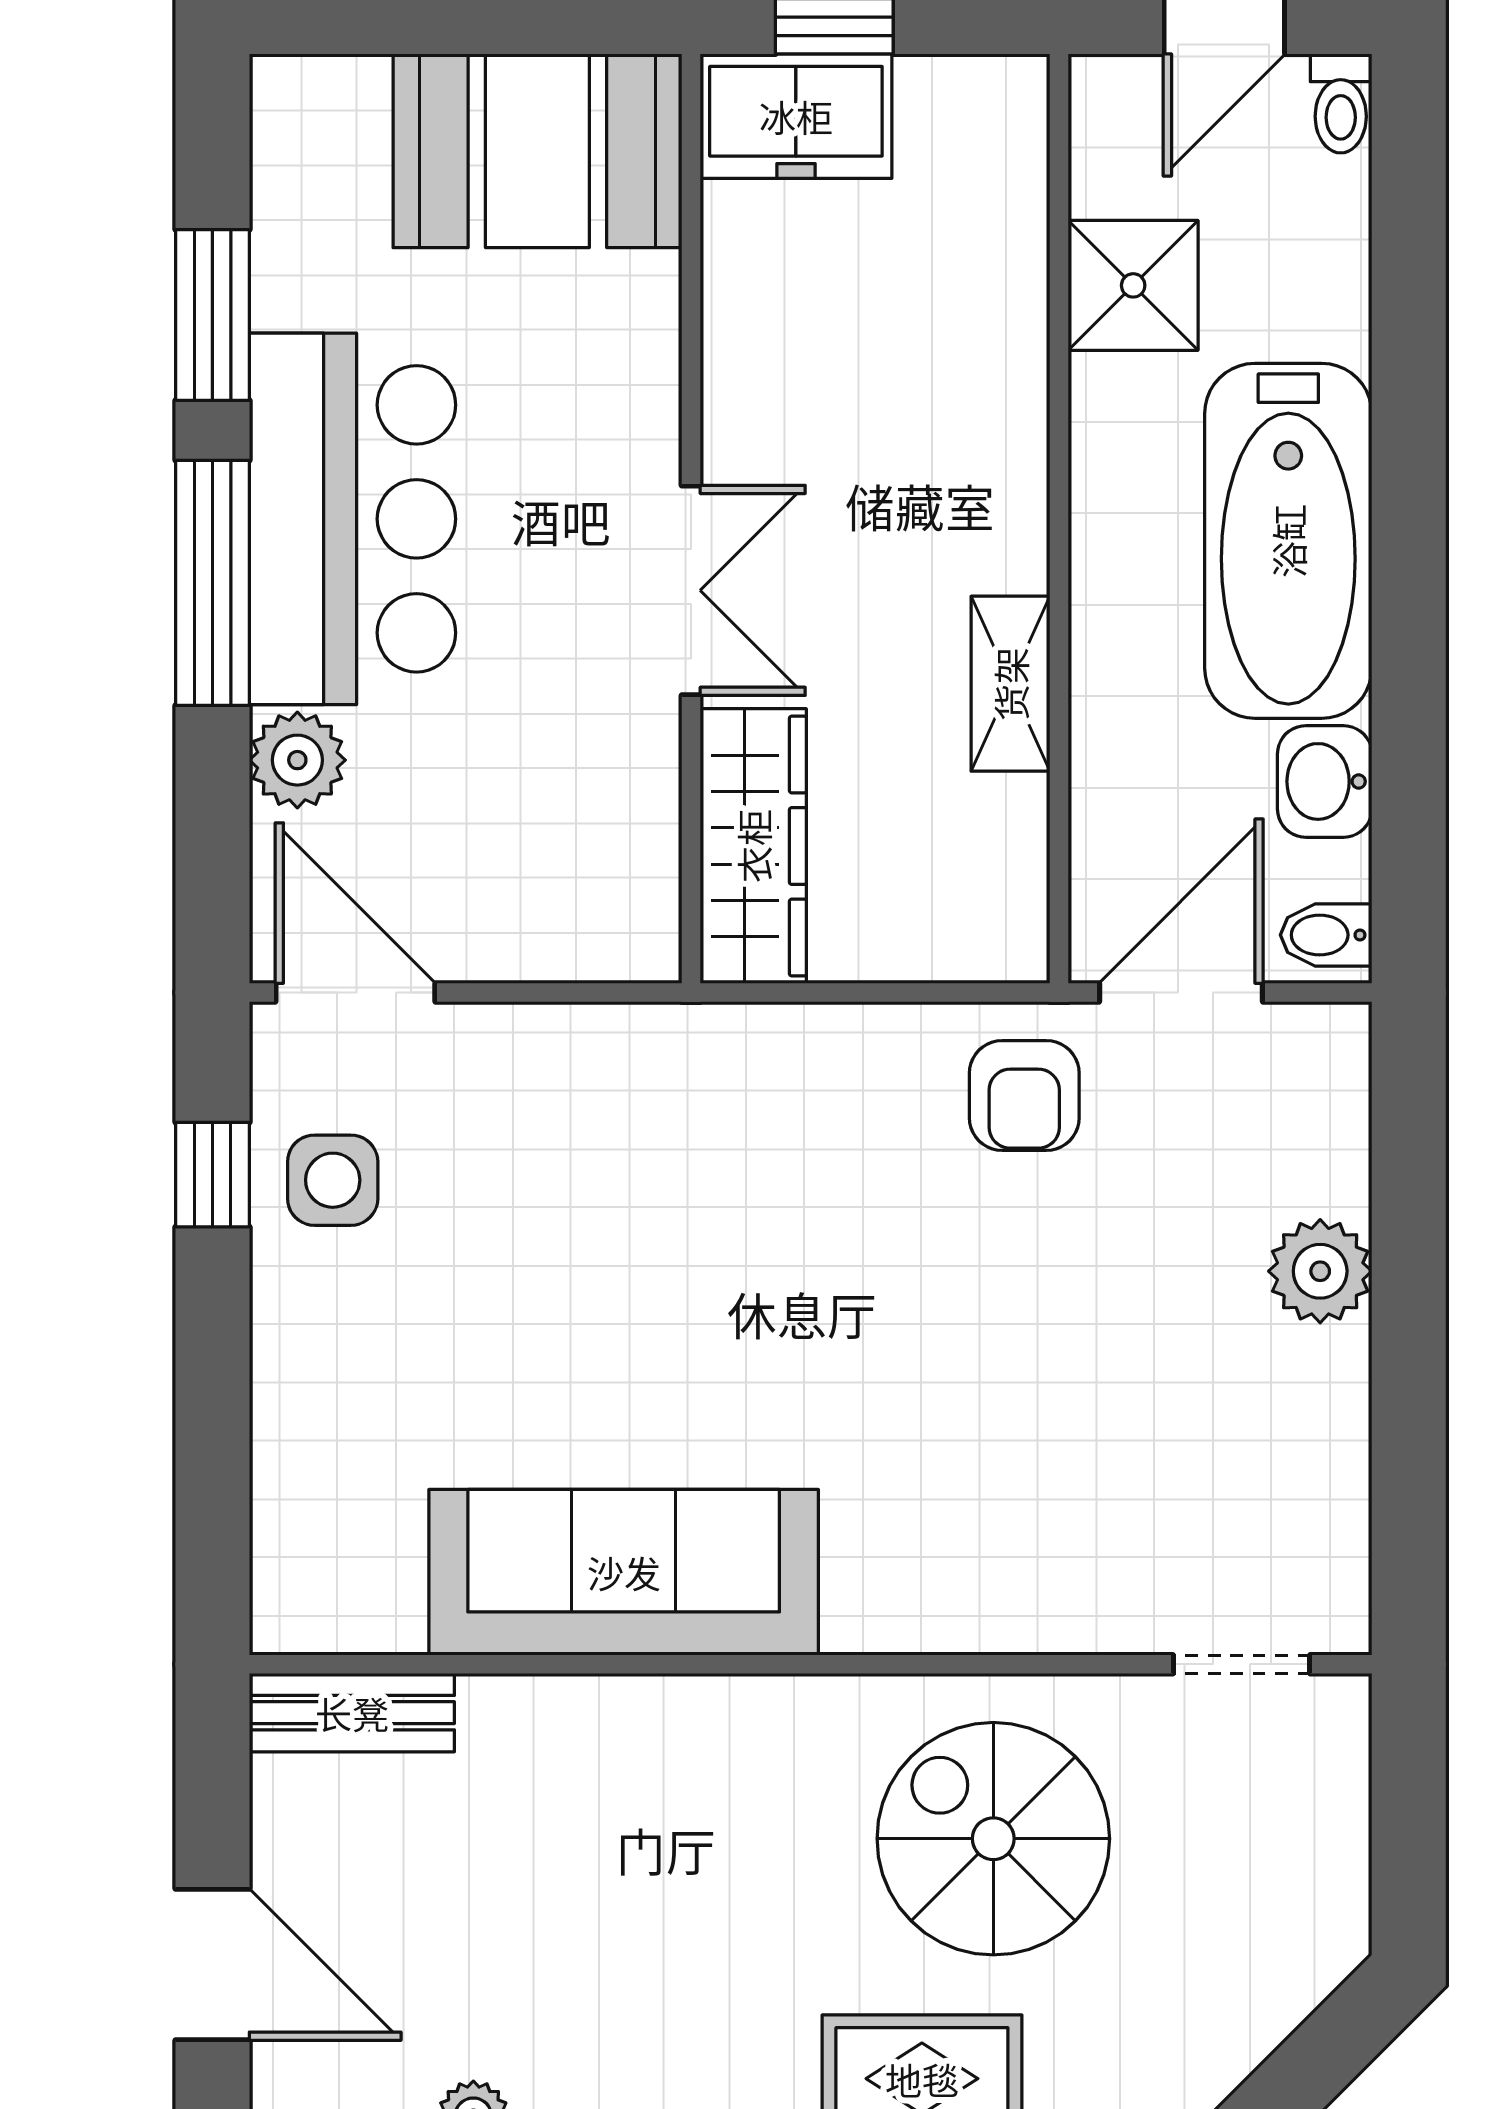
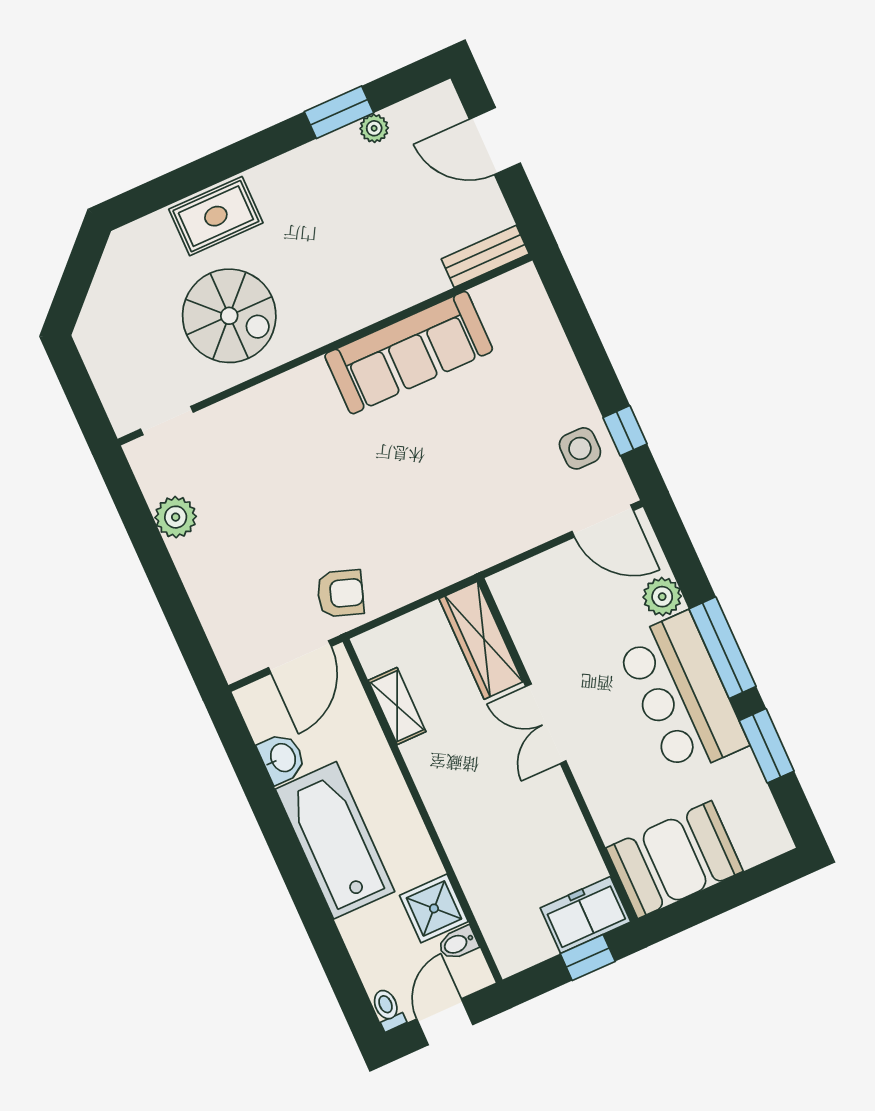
shelving: (1010, 684) -> (397, 706), moved
bidet: (1326, 935) -> (458, 943), moved, turned 180
armchair: (1024, 1095) -> (340, 593), turned 109
plant: (1320, 1271) -> (176, 517), moved

